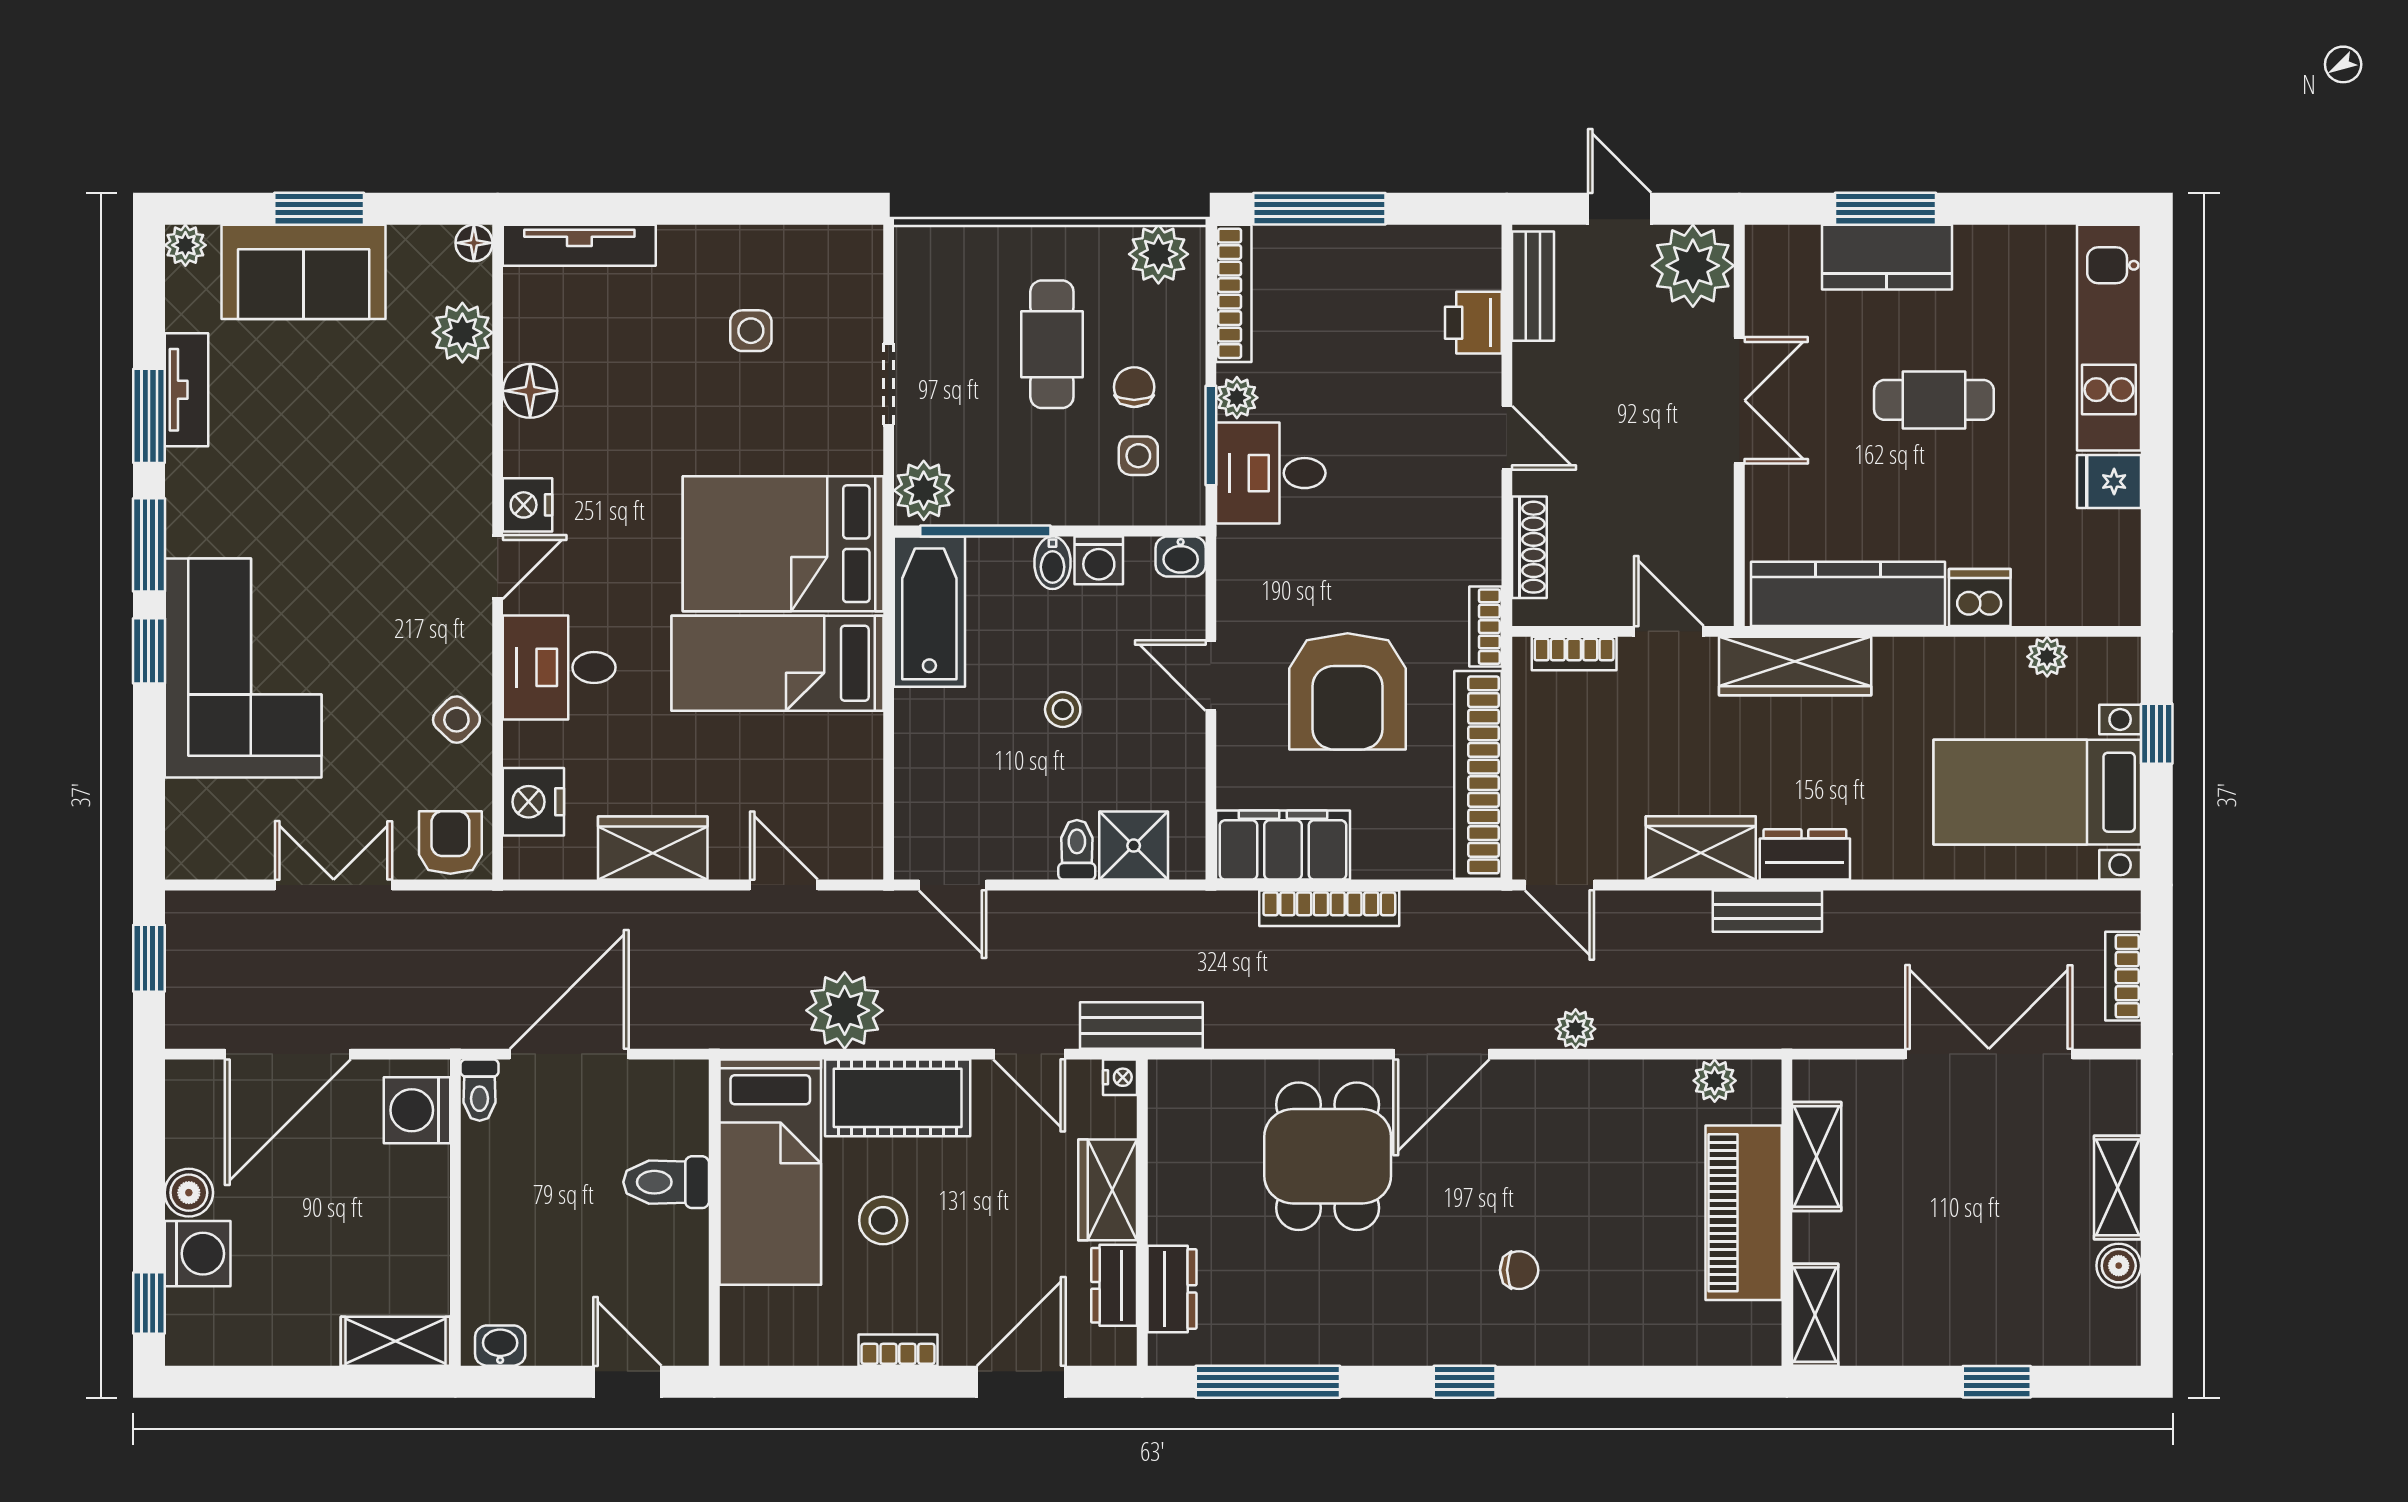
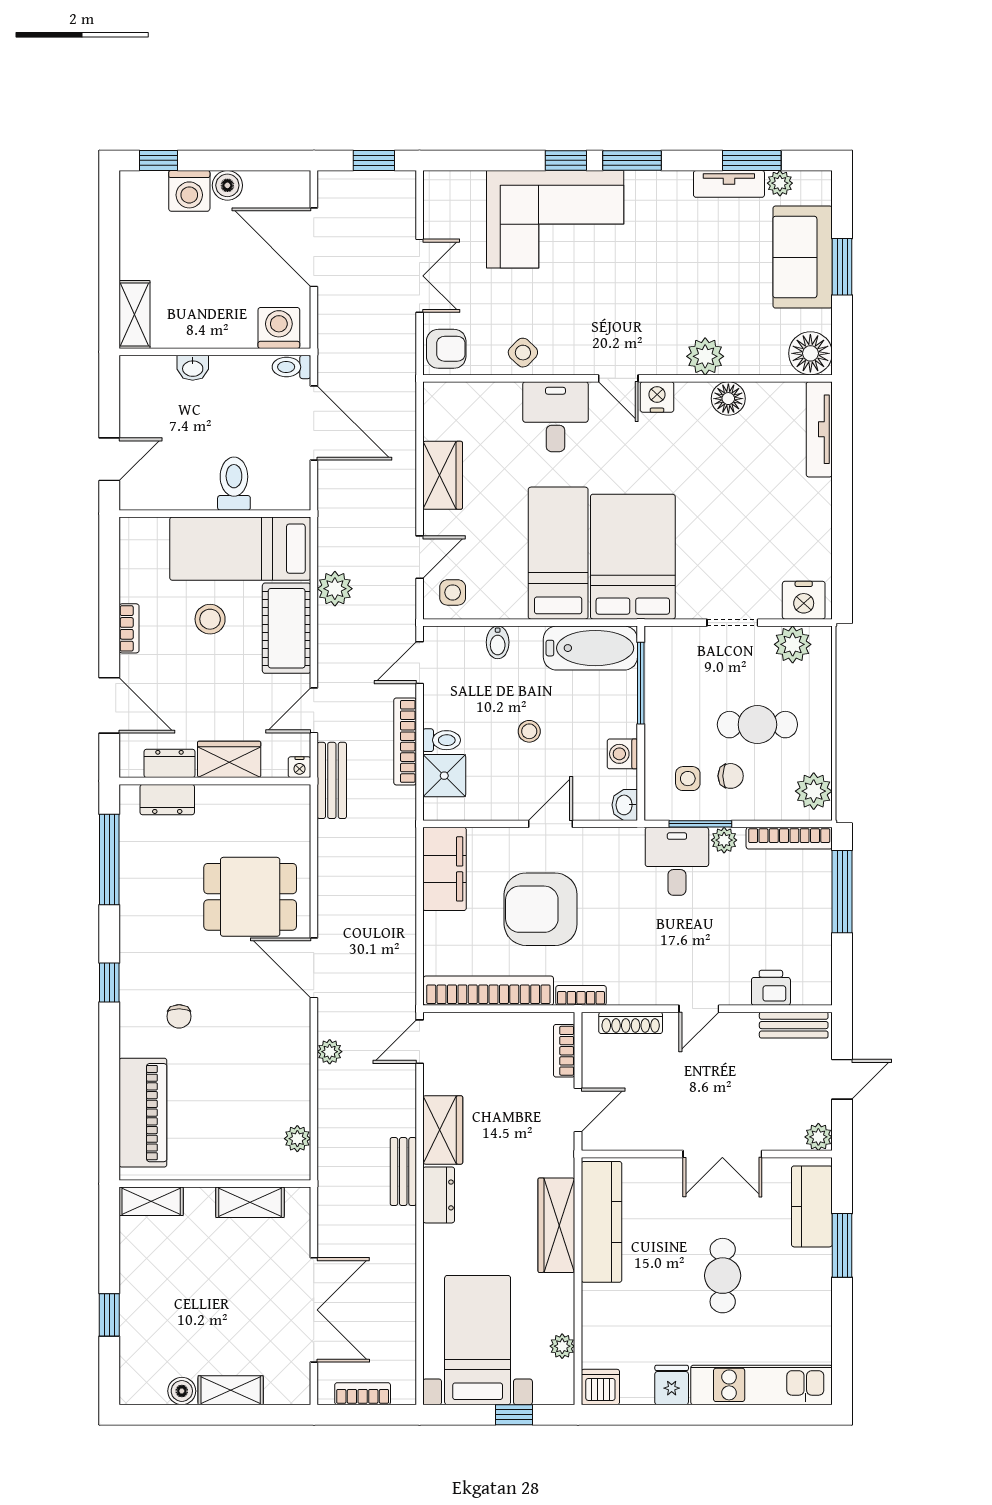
floor lamp: (474, 243) -> (810, 353), width x1.89, depth x1.89
plant: (185, 245) -> (780, 183), moved
kitchen counter: (1887, 257) -> (812, 1206), moved
plant: (1693, 266) -> (818, 1137), width x0.53, depth x0.53
side table: (751, 331) -> (453, 592), moved
plant: (462, 333) -> (705, 356), moved
window: (149, 416) -> (752, 160), moved
plant: (924, 490) -> (793, 644), moved
bidet: (1053, 563) -> (498, 642), moved, turned -90
dishwasher: (1980, 598) -> (600, 1387), moved, turned -90
wardrobe: (1795, 666) -> (556, 1225), moved
nightstand: (533, 802) -> (804, 600), moved, turned 180
bookcase: (1329, 908) -> (405, 741), moved
plant: (845, 1010) -> (335, 589), width x0.73, depth x0.73
piano: (1744, 1213) -> (143, 1113), moved, turned 90
washbasin: (500, 1346) -> (193, 368), moved, turned 90

